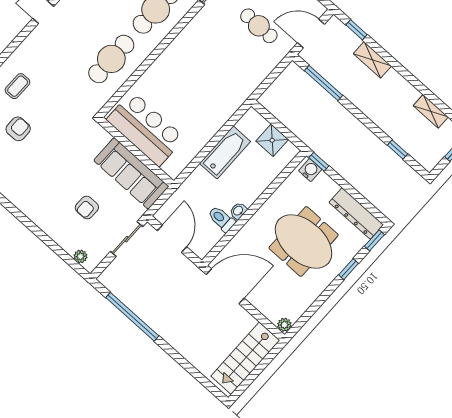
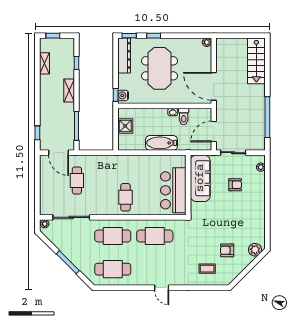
shelving: (372, 60) -> (69, 91), moved
cafe table: (188, 65) -> (125, 197), added
bathtub: (225, 152) -> (161, 143), moved
stairs: (245, 358) -> (256, 61), moved, turned 90

